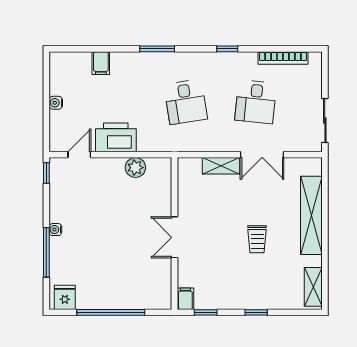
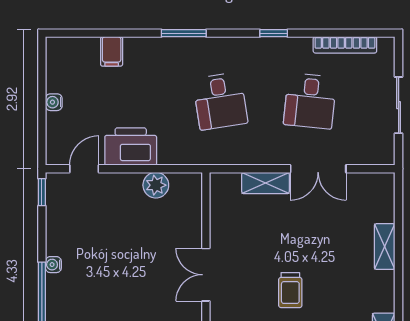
sliding door: (325, 121) -> (399, 105), moved
shelving: (311, 215) -> (385, 247), width x0.45, depth x0.75
trolley: (257, 239) -> (290, 290), moved

